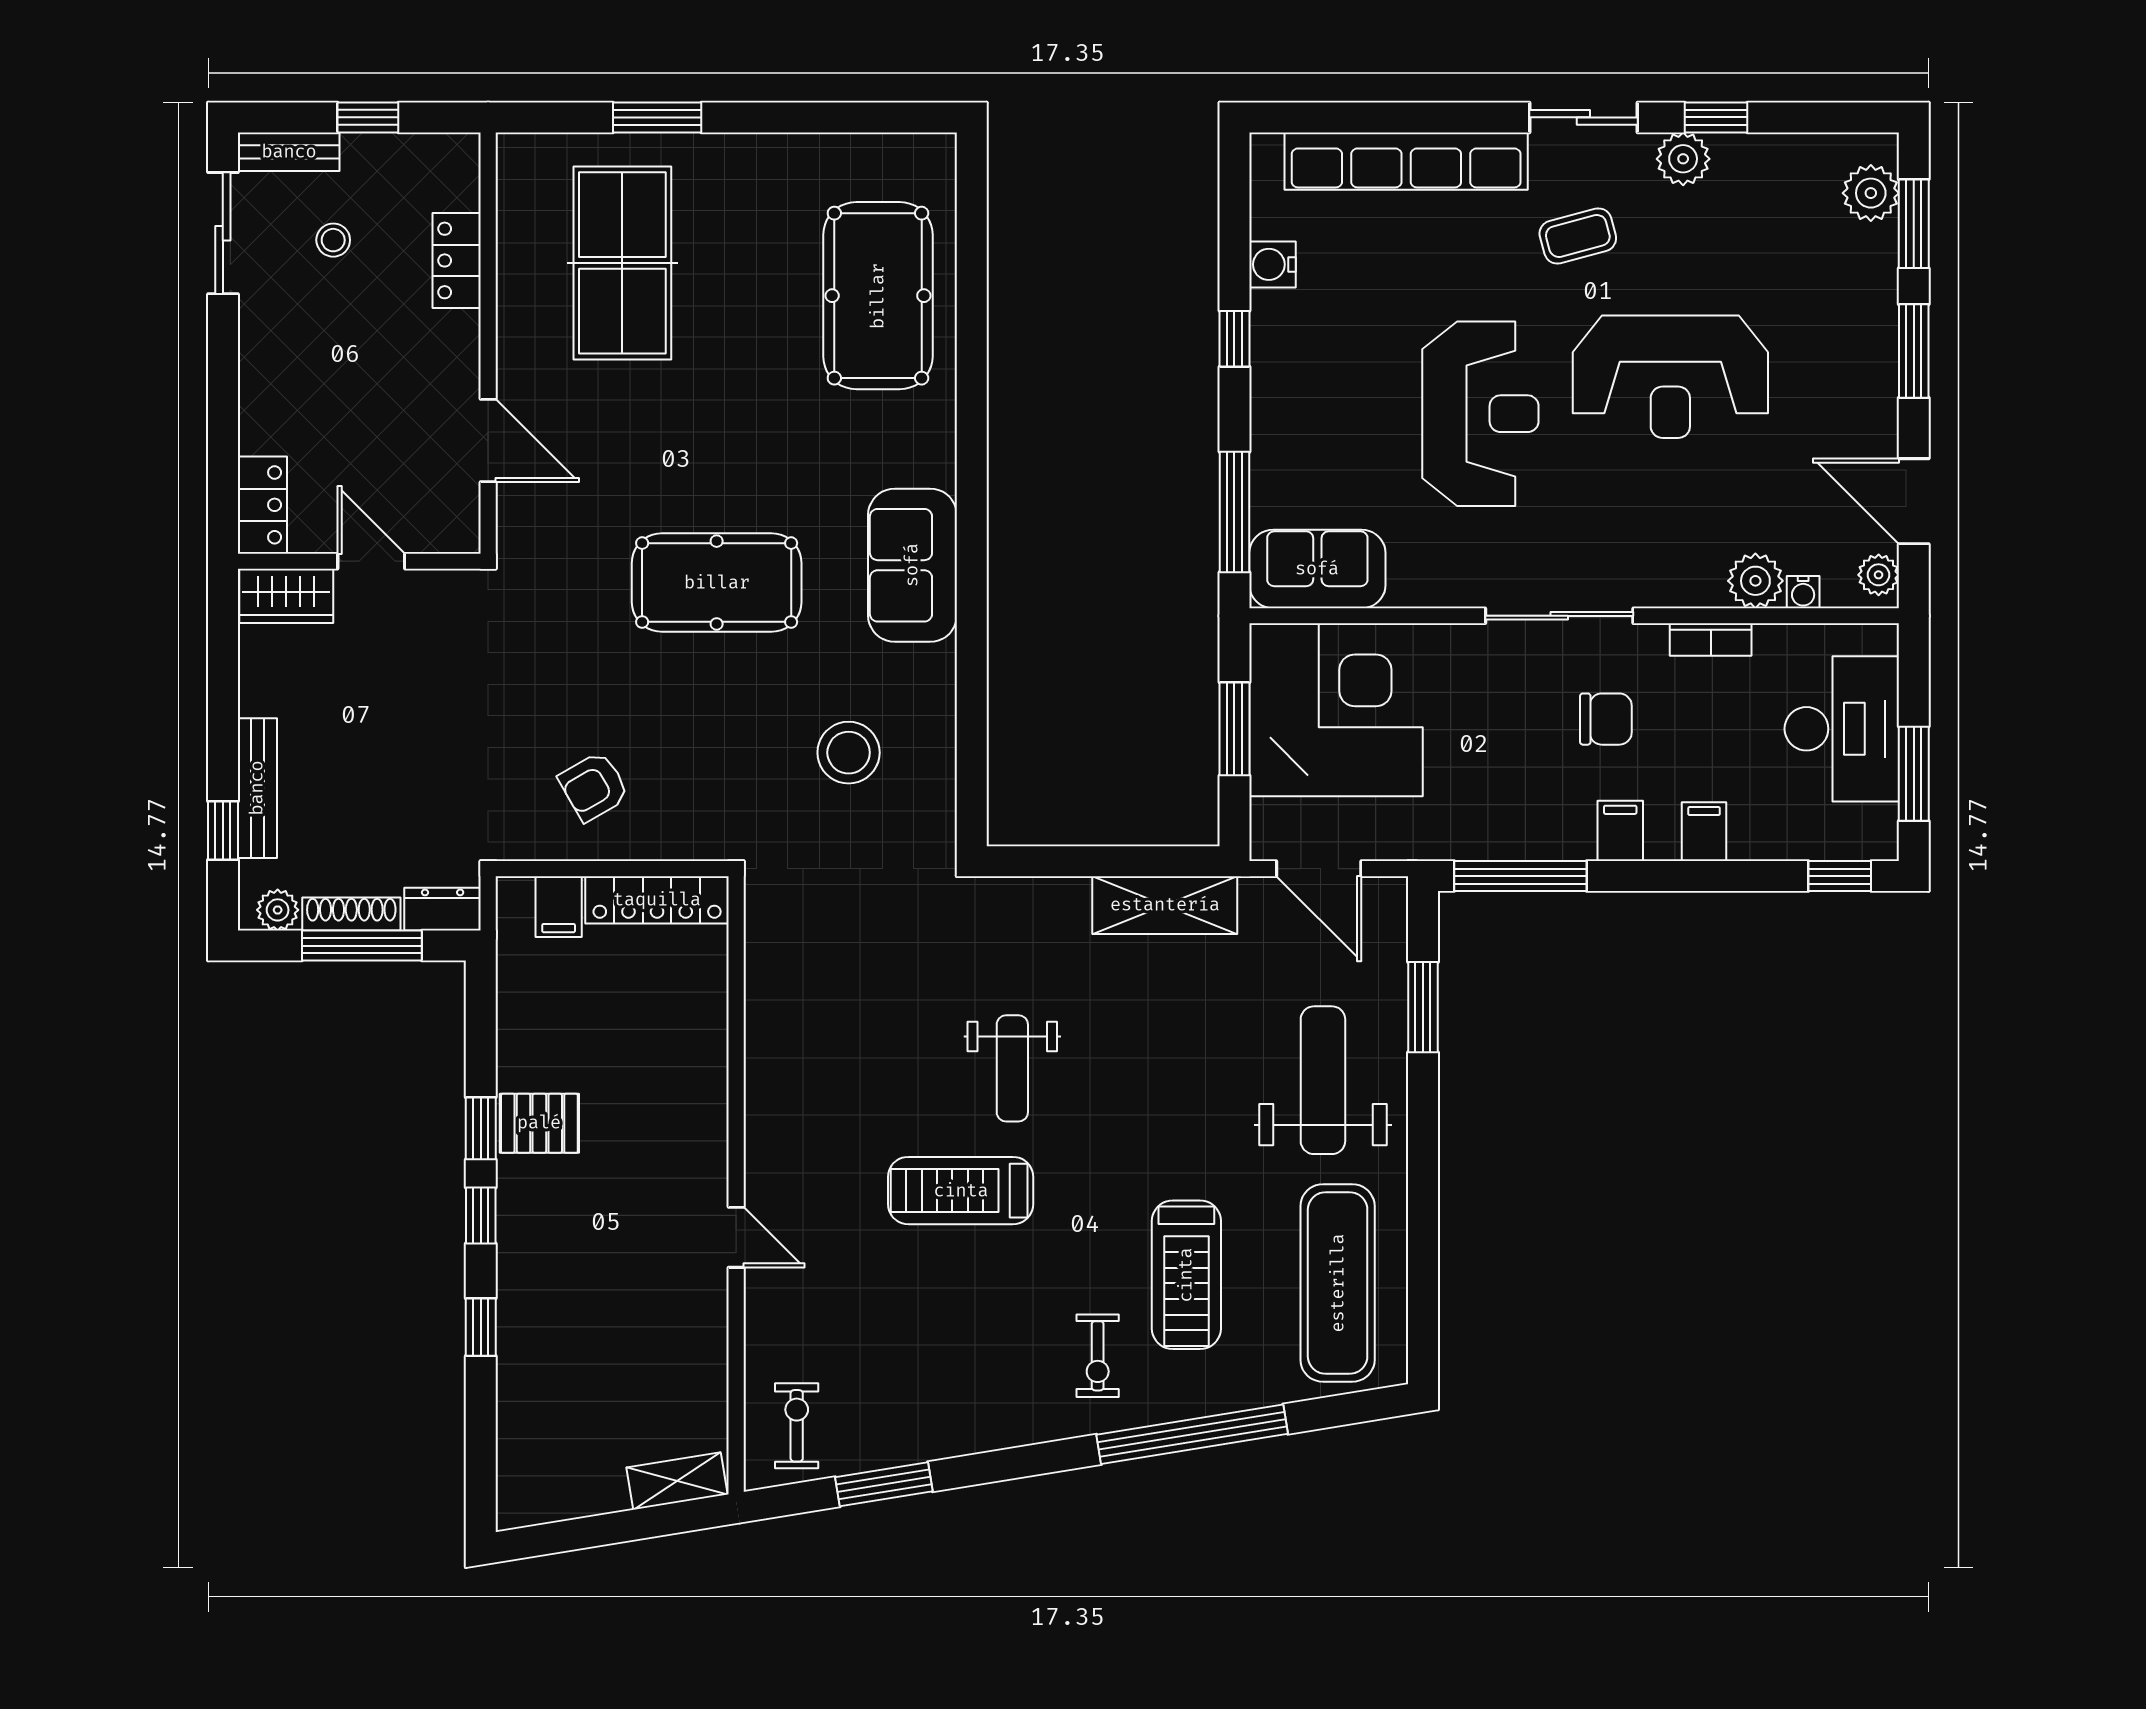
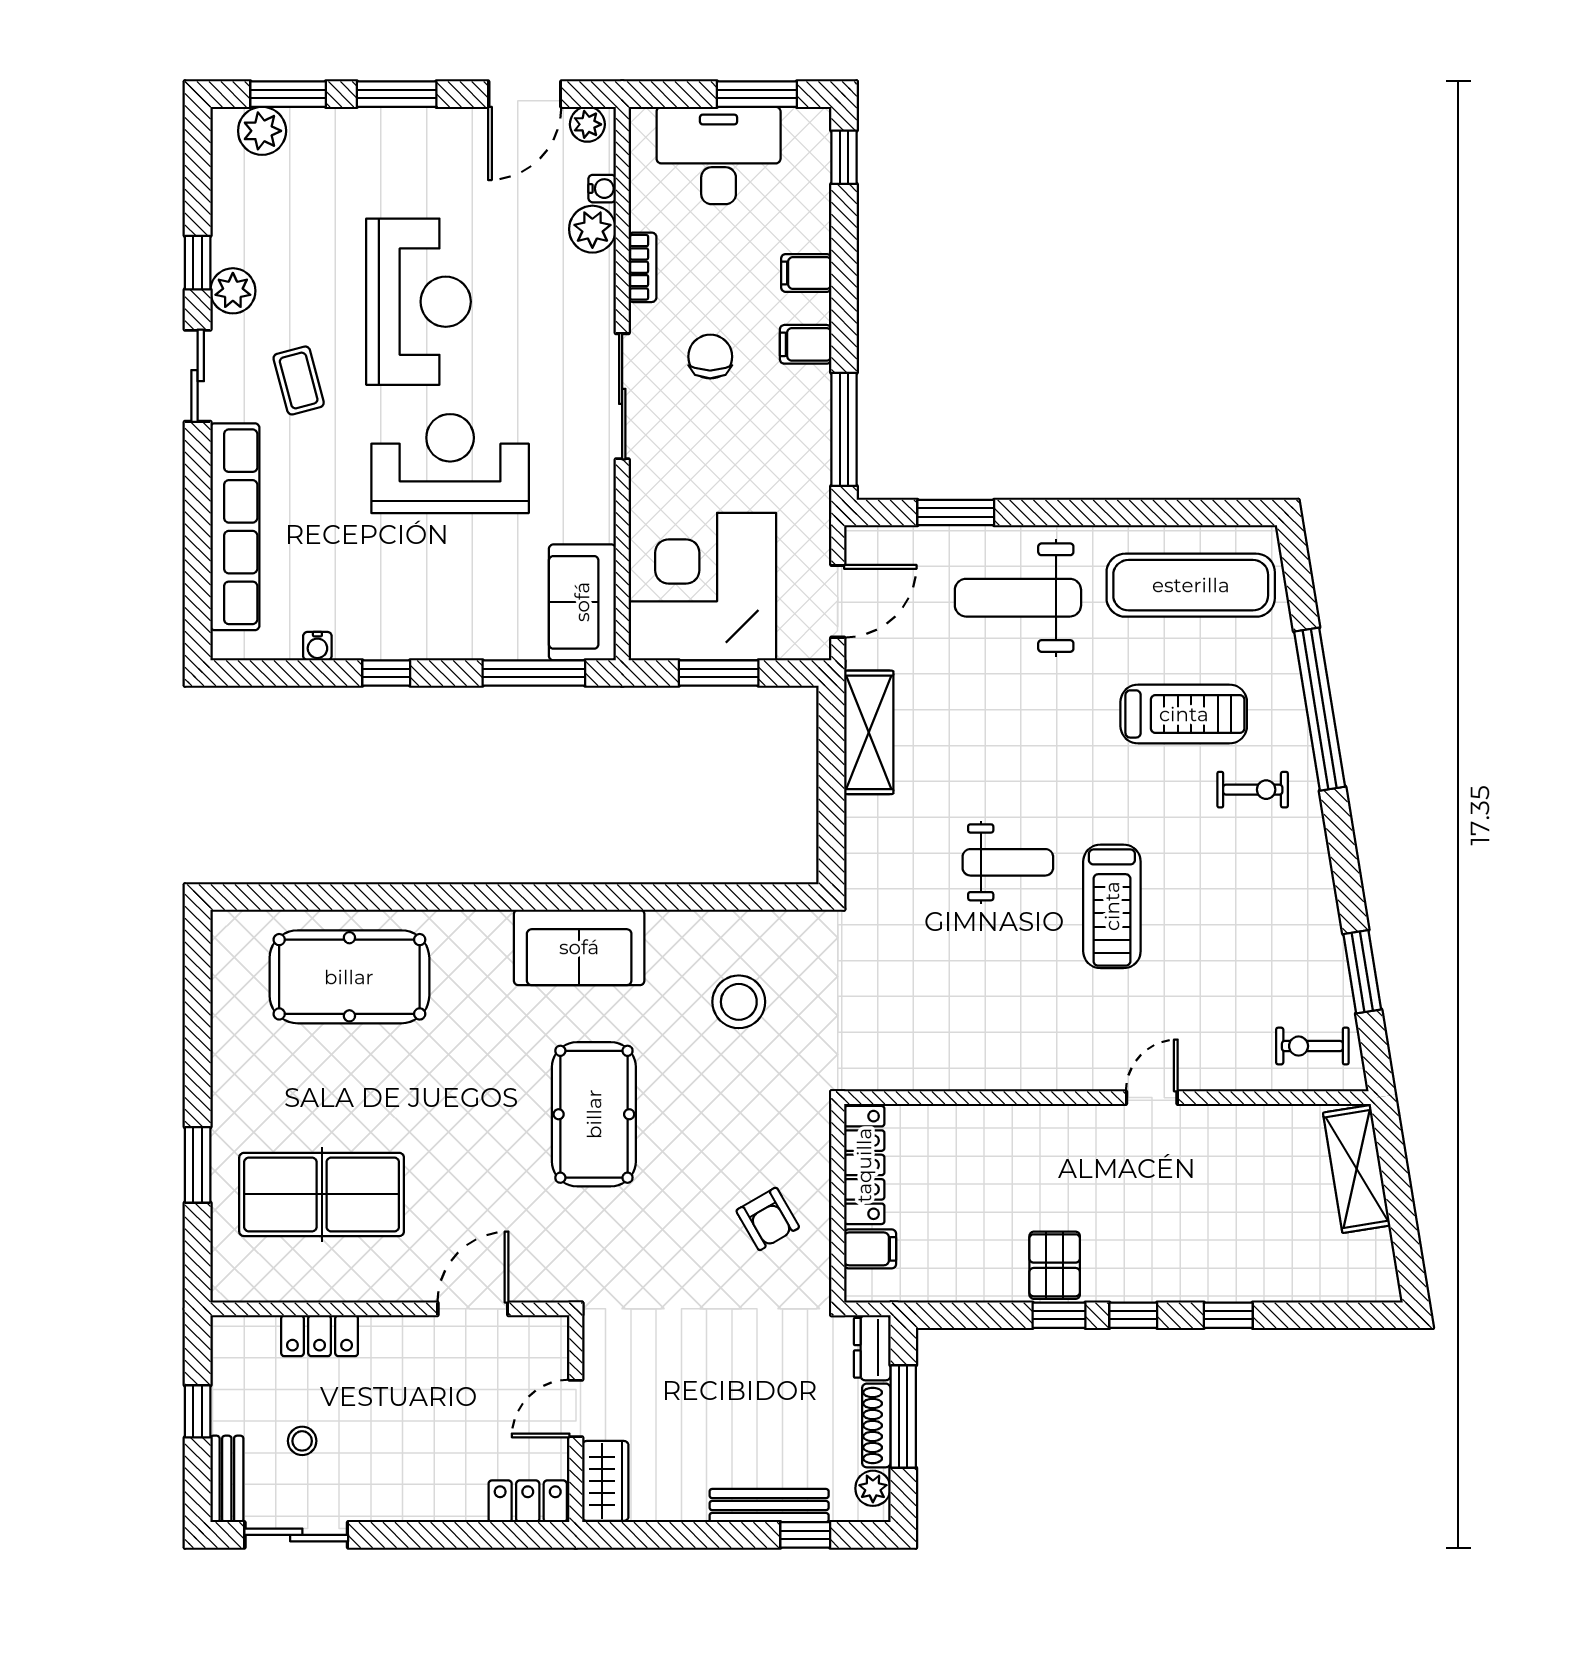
water cooler: (1273, 264) -> (317, 646), width x0.72, depth x0.72
shelving: (677, 1481) -> (1357, 1169), width x1.50, depth x1.33

